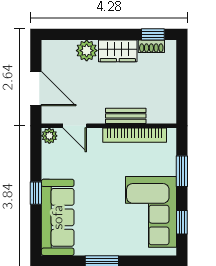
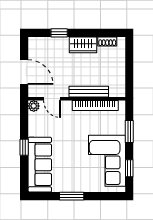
window: (153, 34) -> (59, 33), moved
plant: (87, 51) -> (61, 45), removed
bench: (126, 116) -> (89, 92), width x1.36

